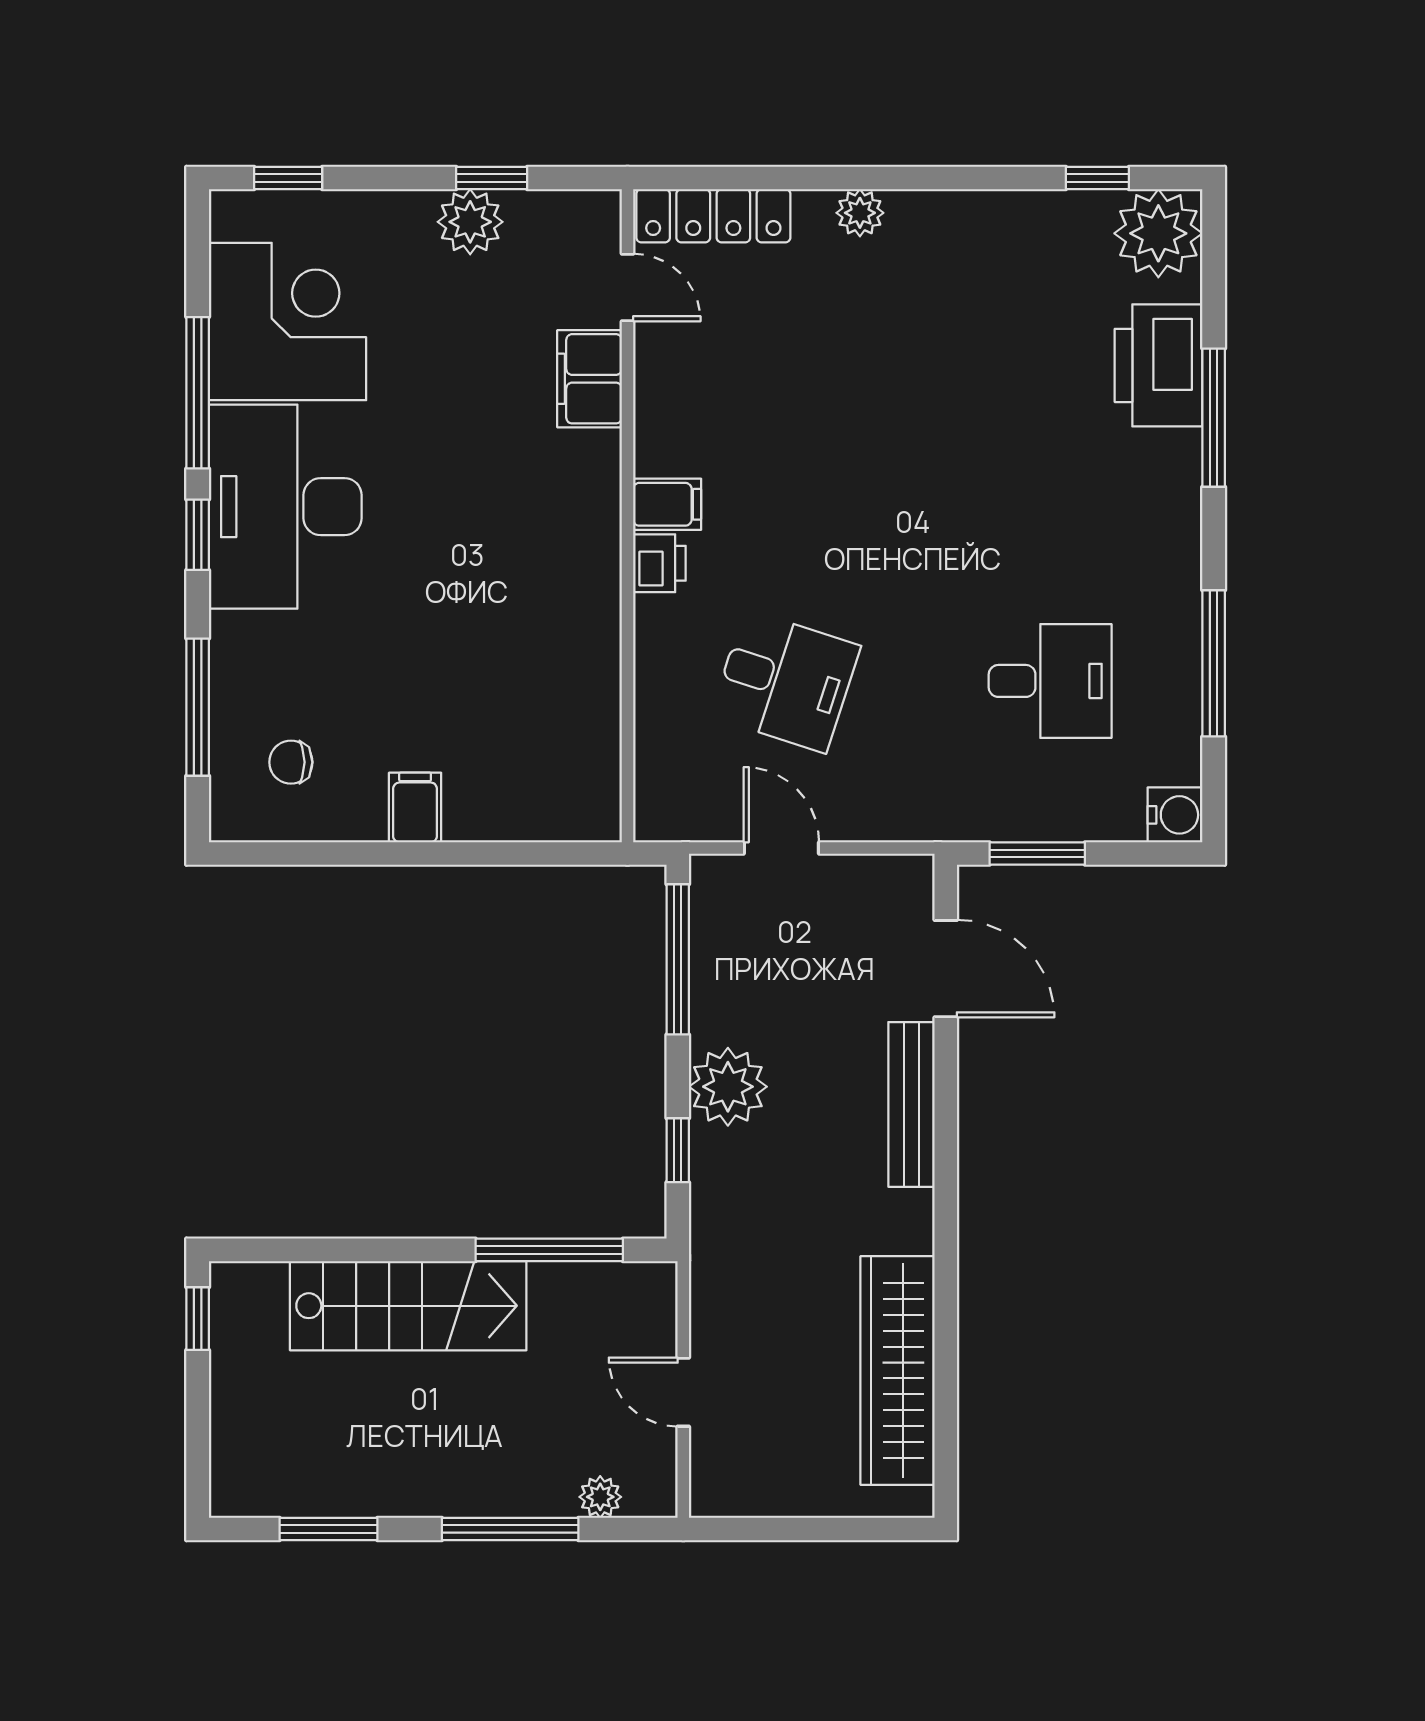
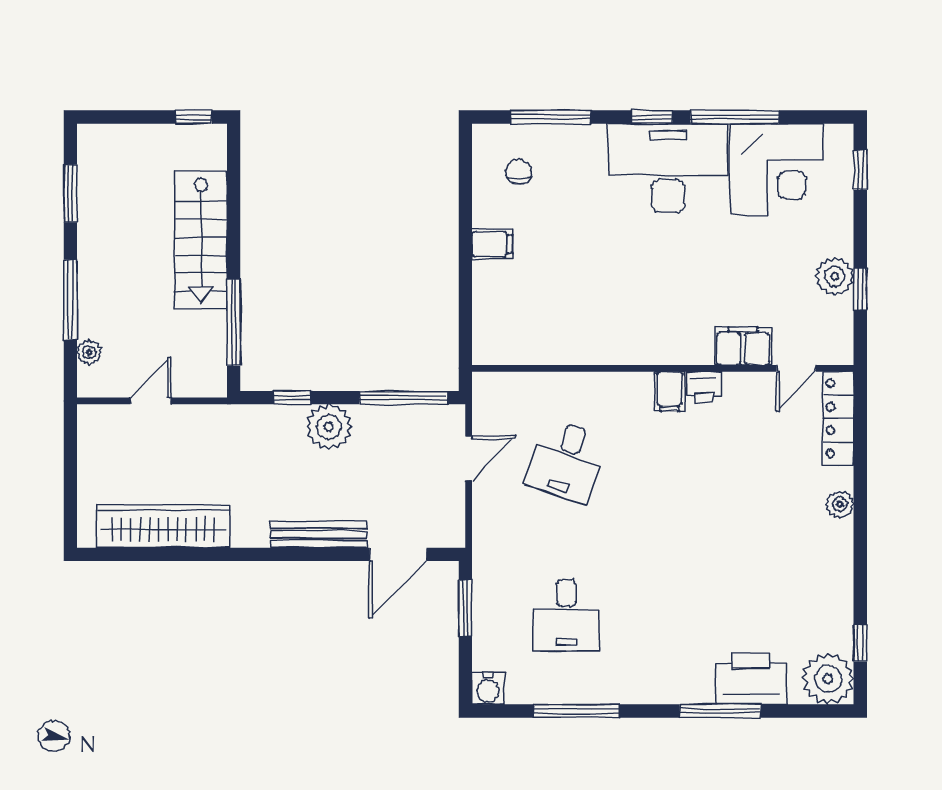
printer: (659, 563) -> (704, 387), moved

